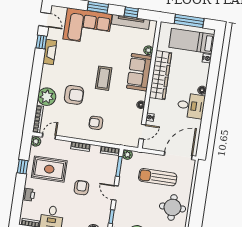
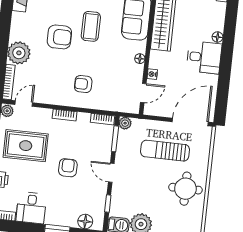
armchair: (74, 95) -> (59, 37), moved

